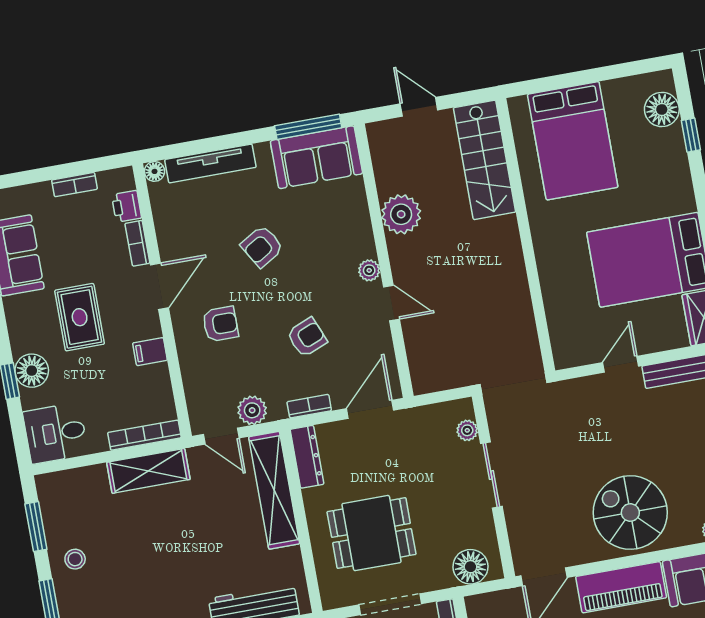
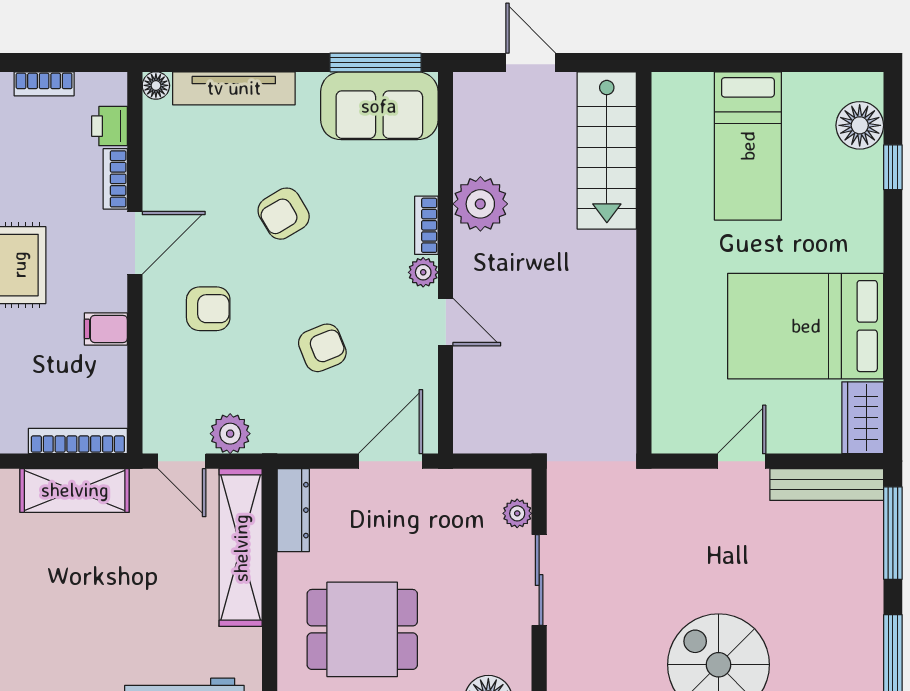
bed: (573, 141) -> (748, 146), width x0.67
bookcase: (309, 406) -> (426, 225), moved, turned -90

